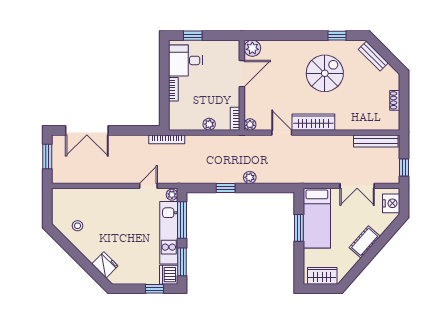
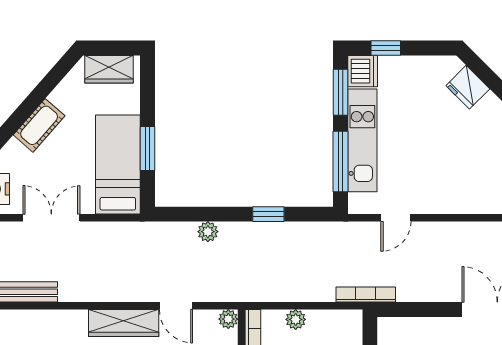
plant: (250, 177) -> (208, 232), moved
plant: (172, 195) -> (357, 203), removed

